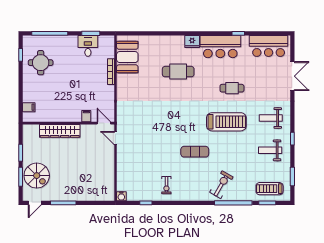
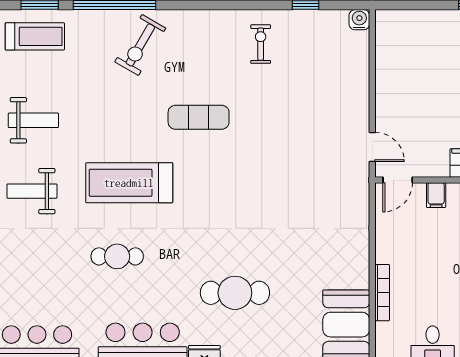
weight bench: (271, 118) -> (32, 191), turned 180
door: (104, 123) -> (398, 180), hinge flipped

